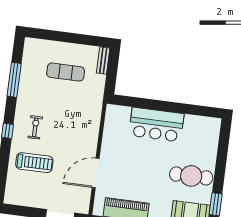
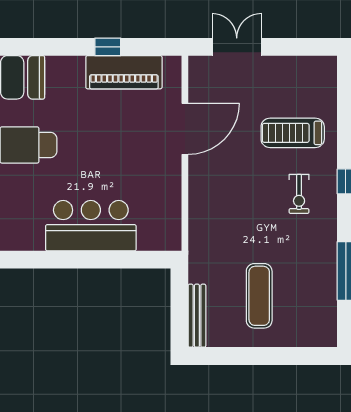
bench: (103, 61) -> (197, 316), width x1.36
exercise mat: (66, 72) -> (259, 296), turned 90

